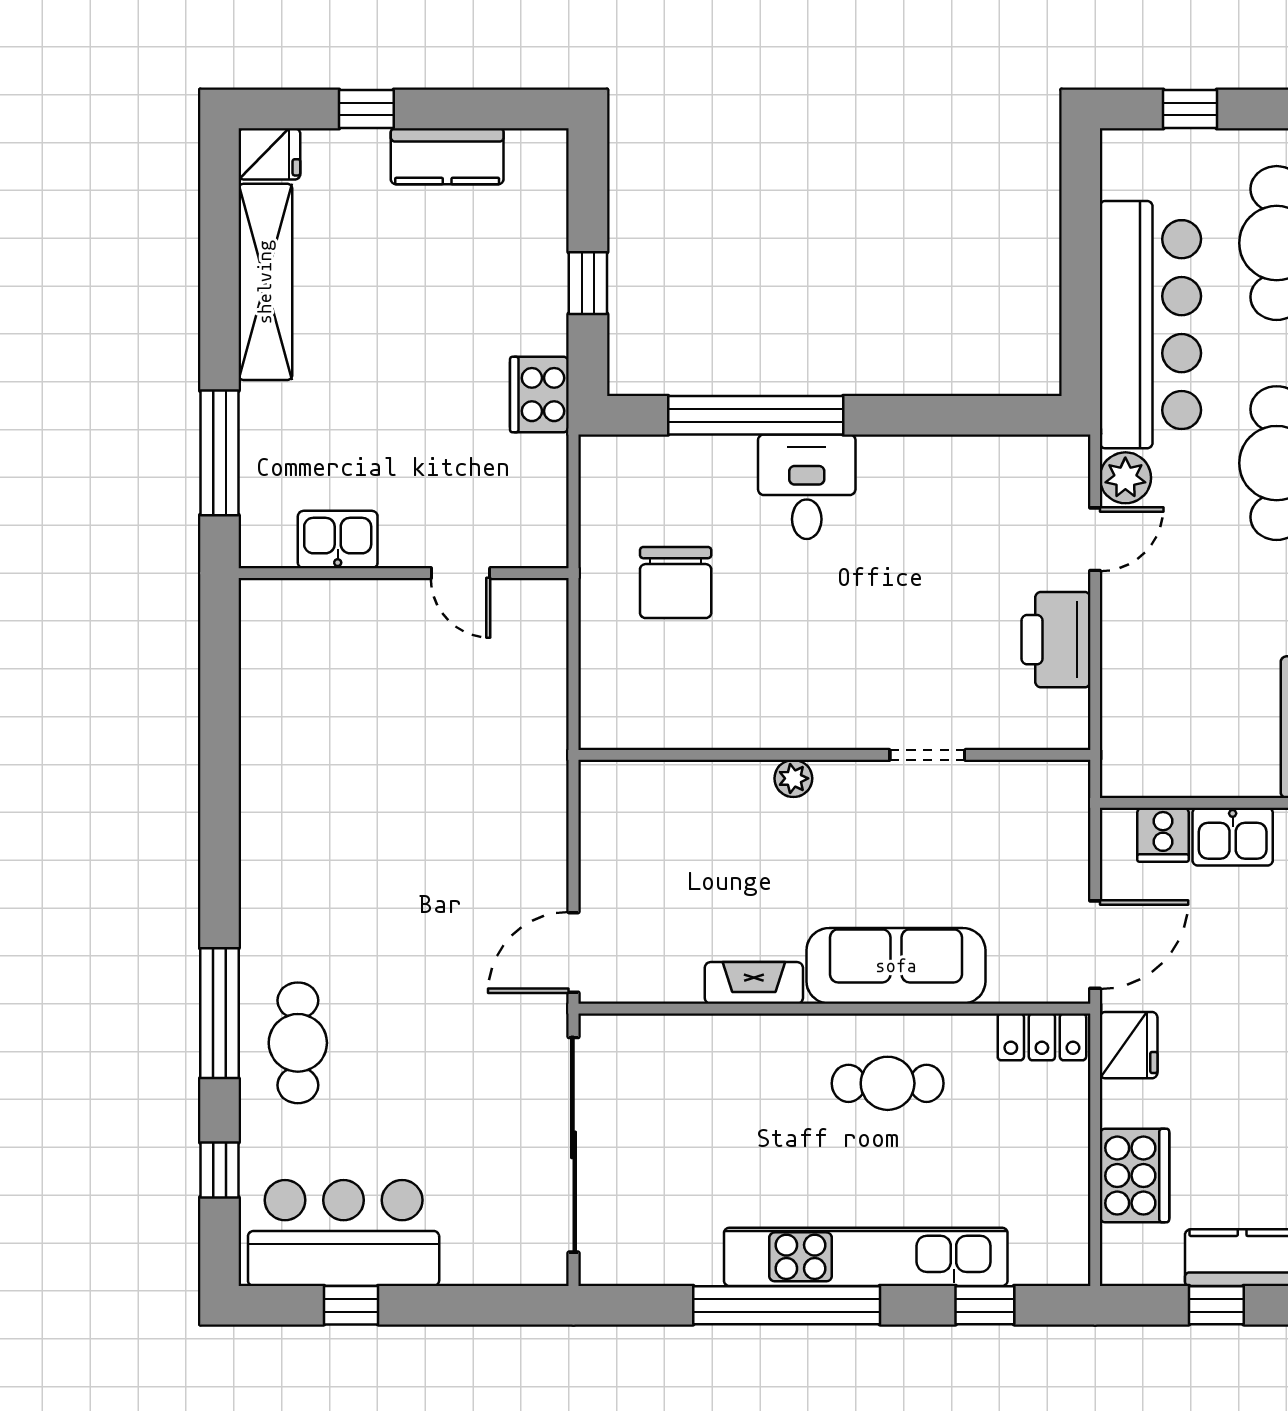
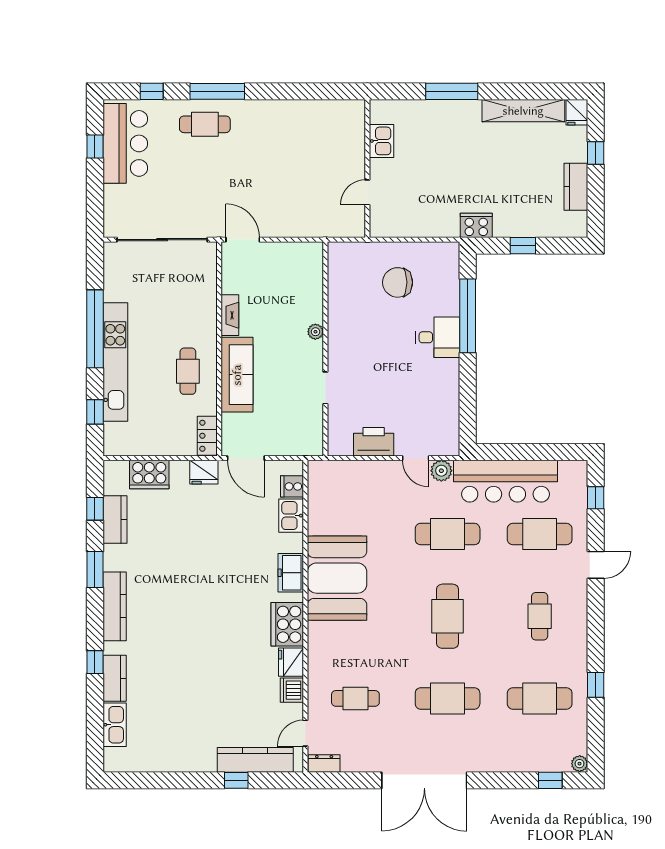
kitchen sink: (338, 540) -> (381, 141), moved
wall: (404, 573) -> (367, 169), moved
door: (461, 573) -> (367, 192), moved

